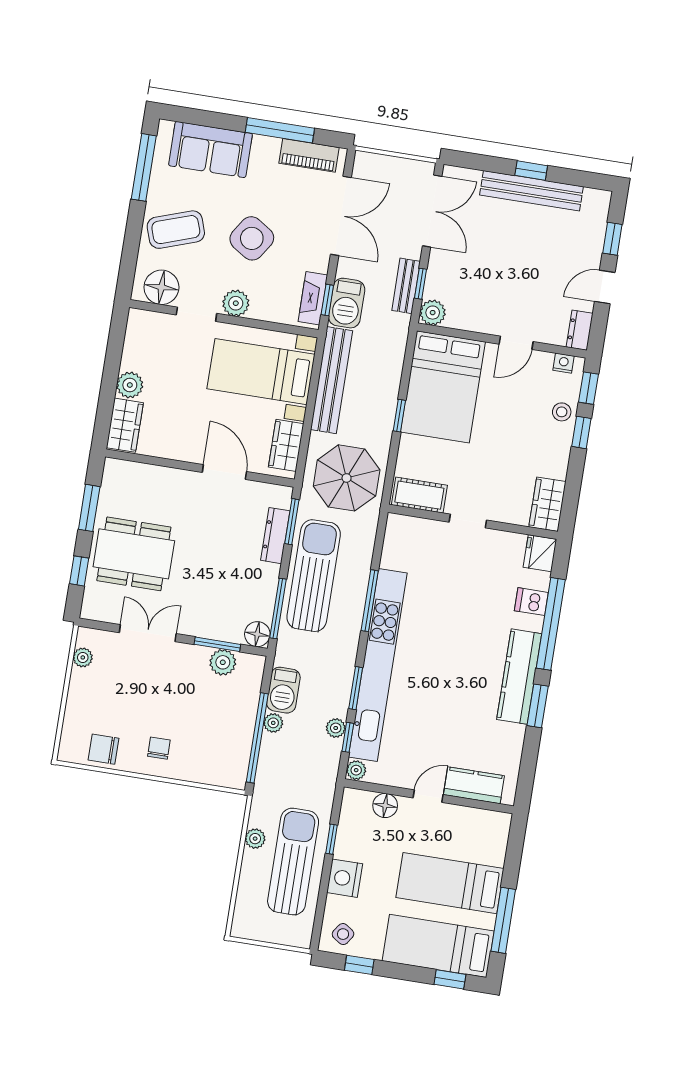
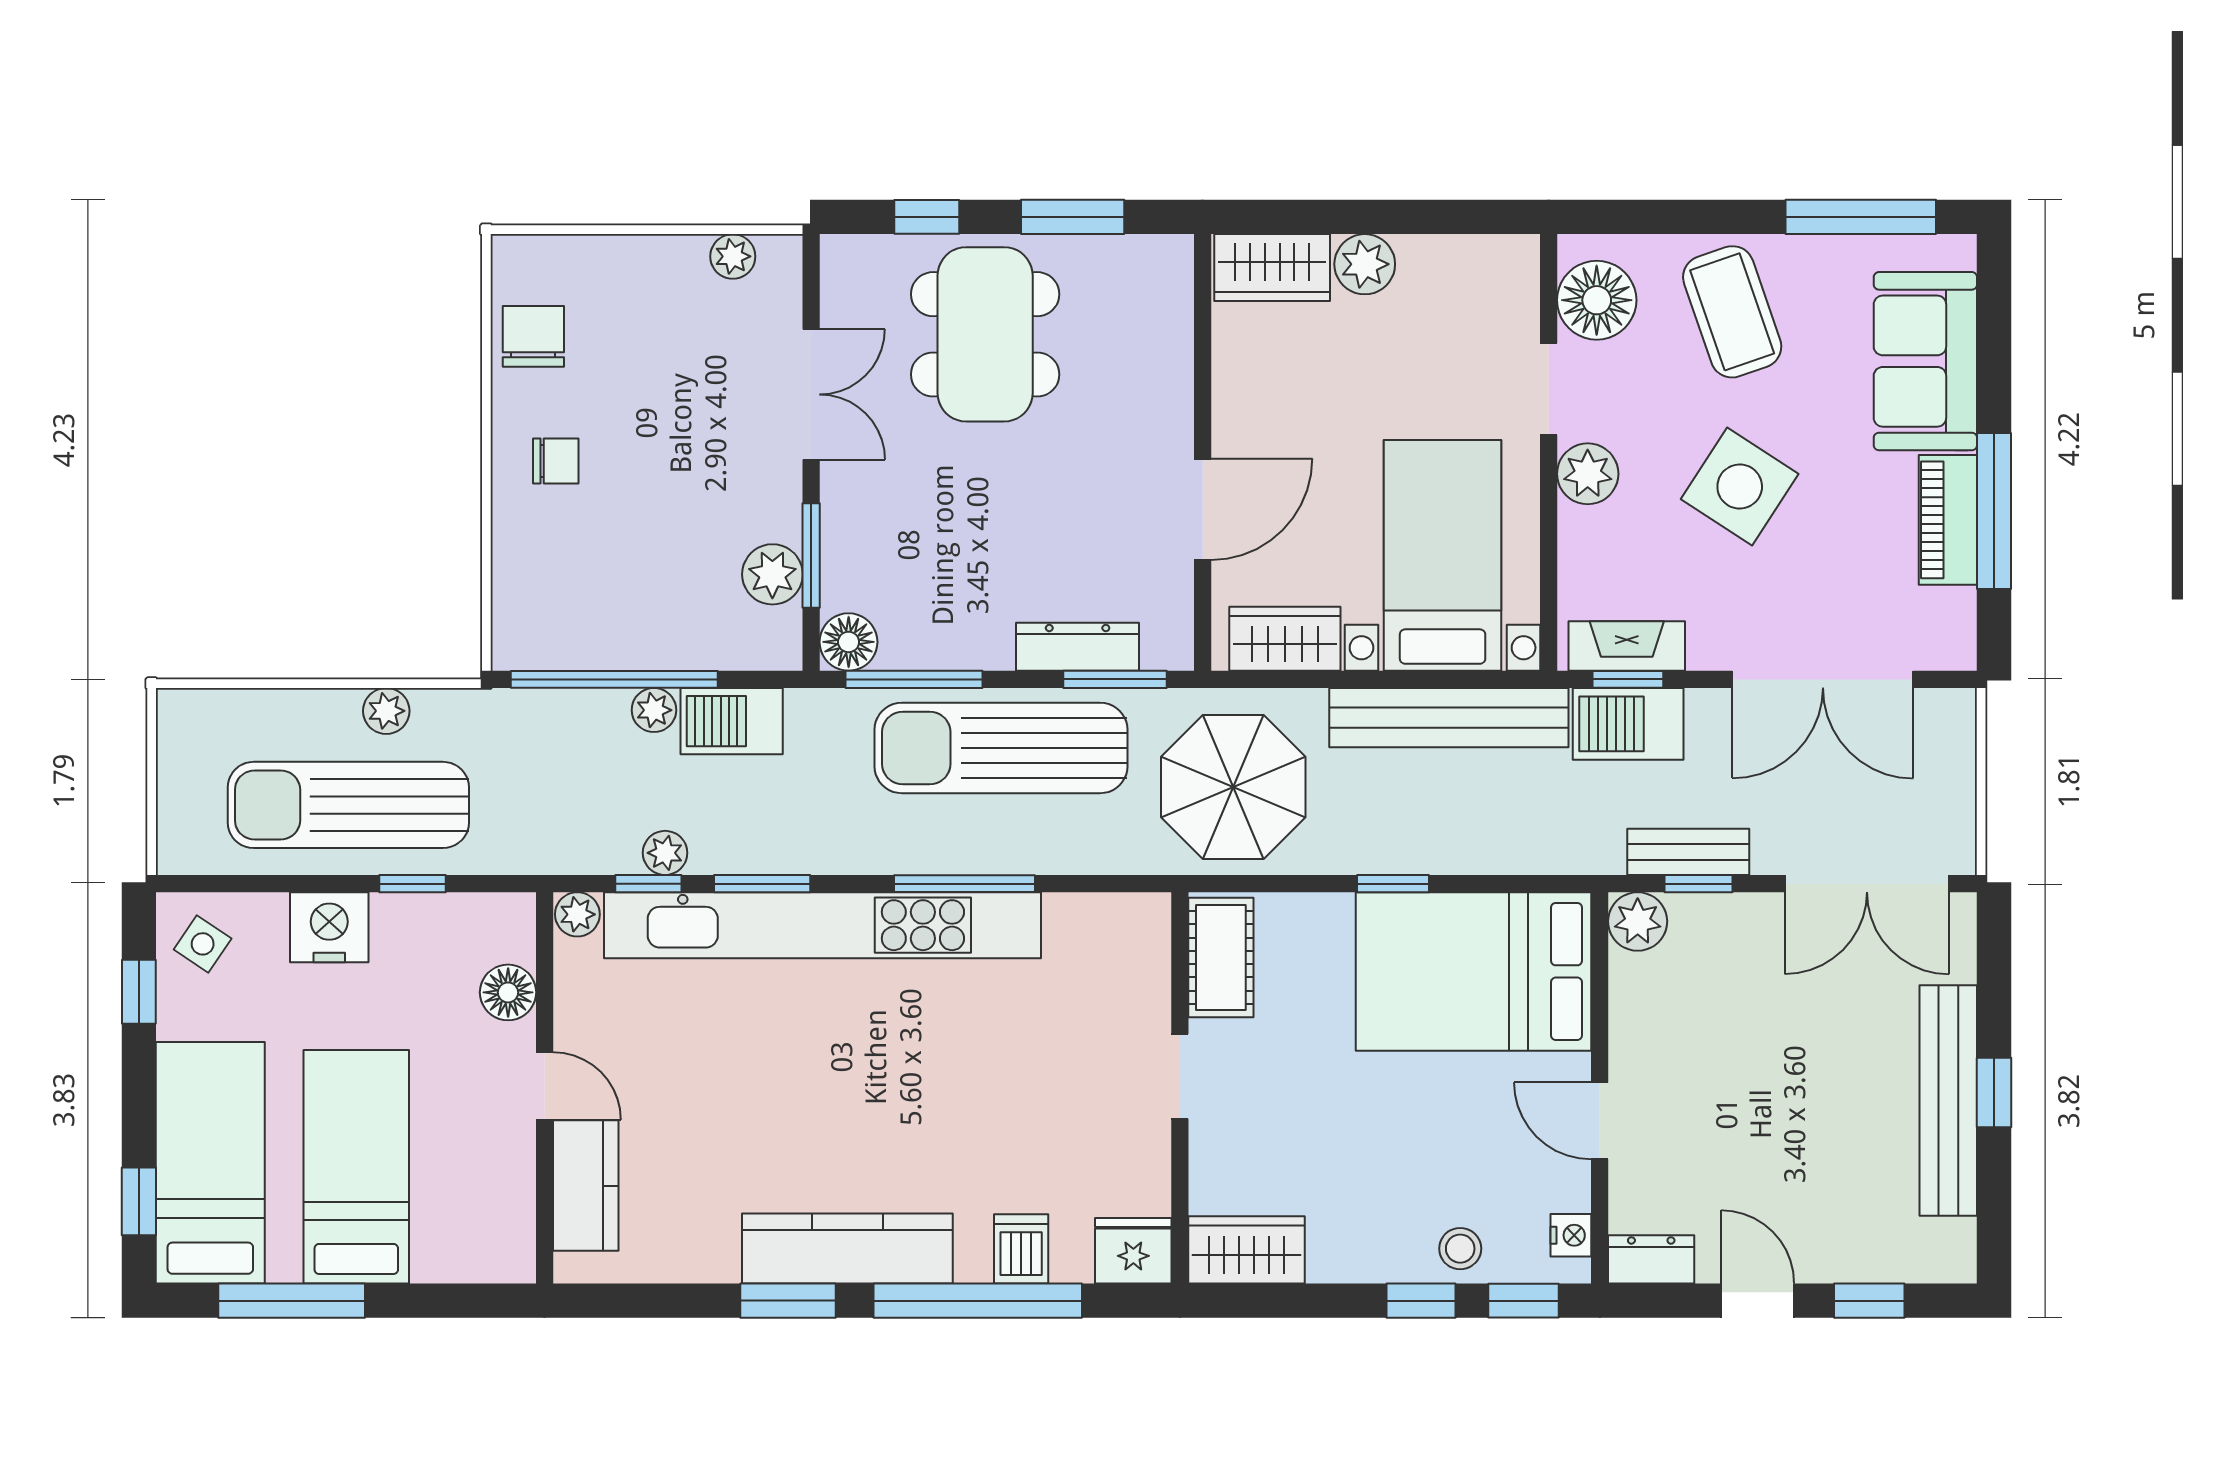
piano: (309, 155) -> (1948, 520), moved
sun lounger: (314, 576) -> (1001, 748), turned 180
sun lounger: (293, 861) -> (348, 805), turned 180

